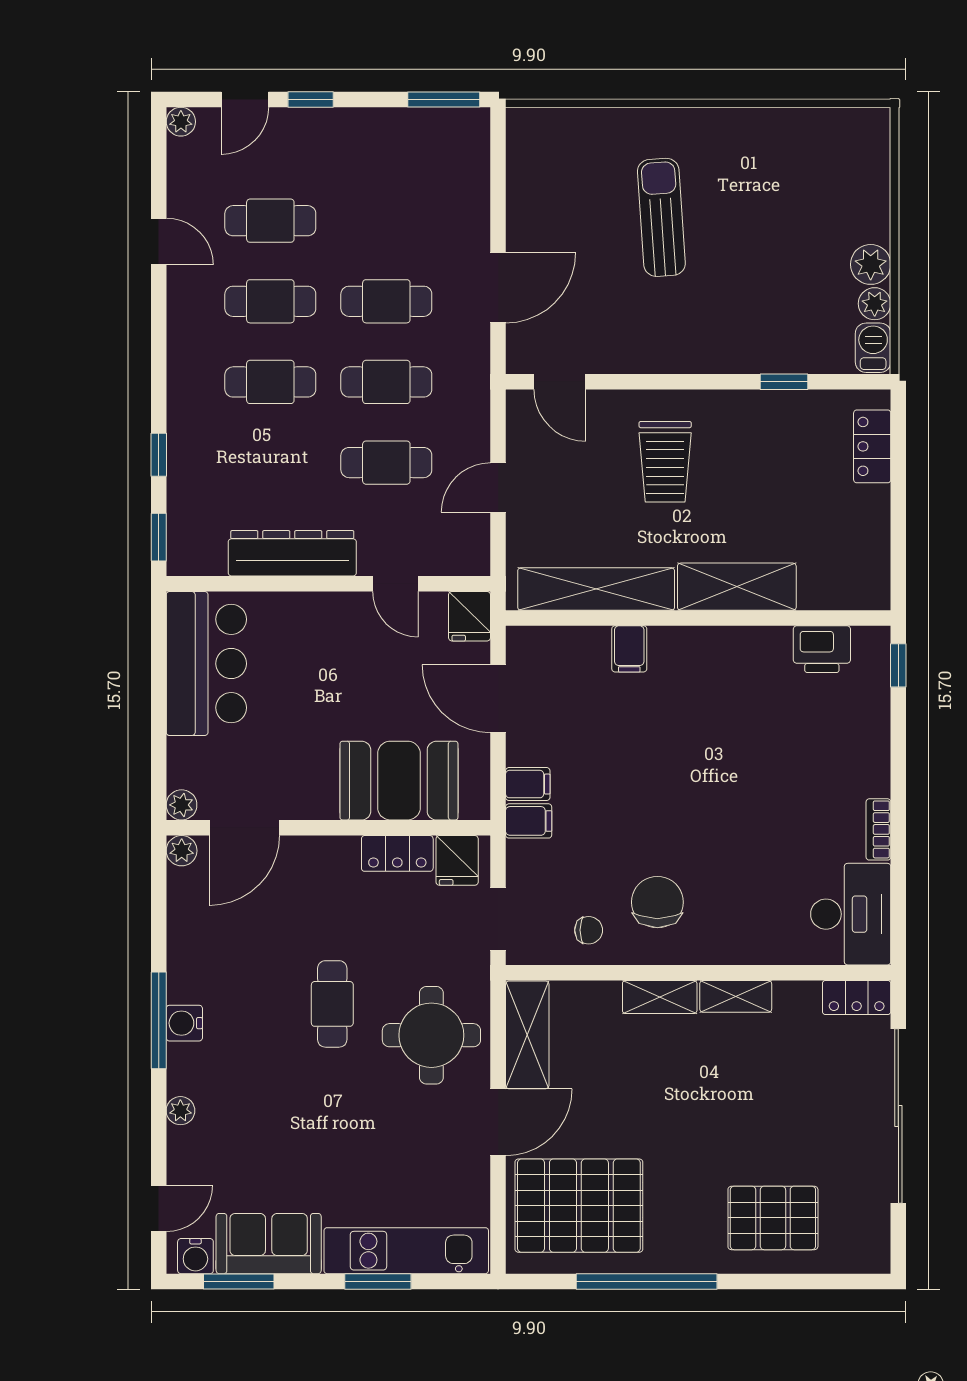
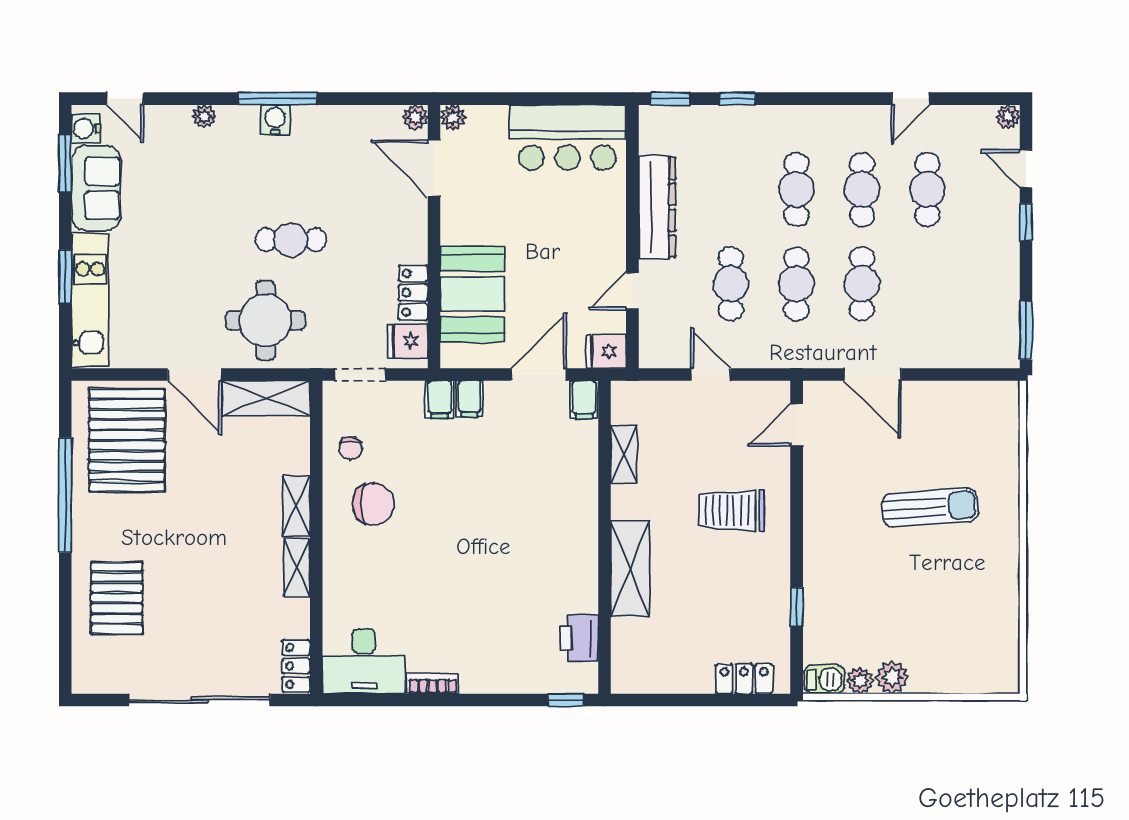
shelving: (596, 589) -> (624, 454), width x0.45, depth x0.75
filing cabinet: (629, 649) -> (584, 400), moved, turned -90

